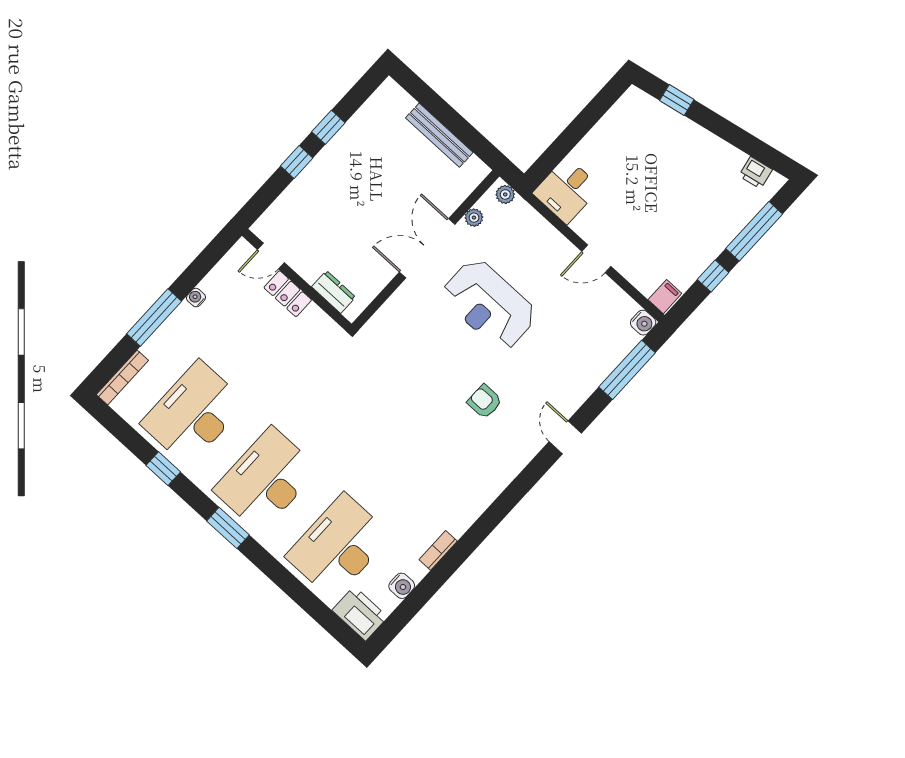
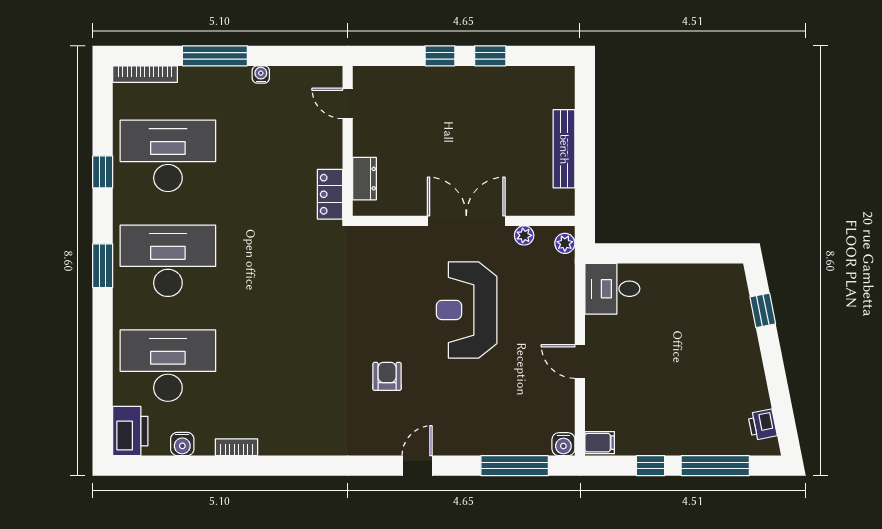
locker: (288, 294) -> (330, 194), moved

